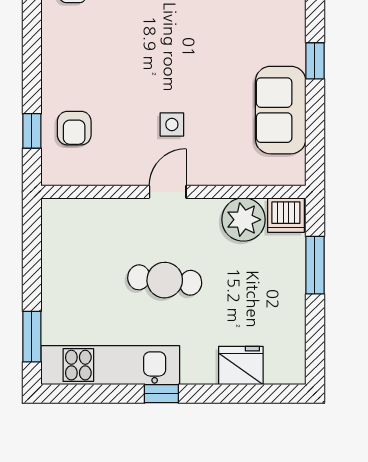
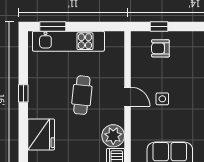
kitchen unit: (110, 365) -> (68, 41), moved, turned 90
fridge: (241, 365) -> (41, 134), width x1.36, depth x1.34

